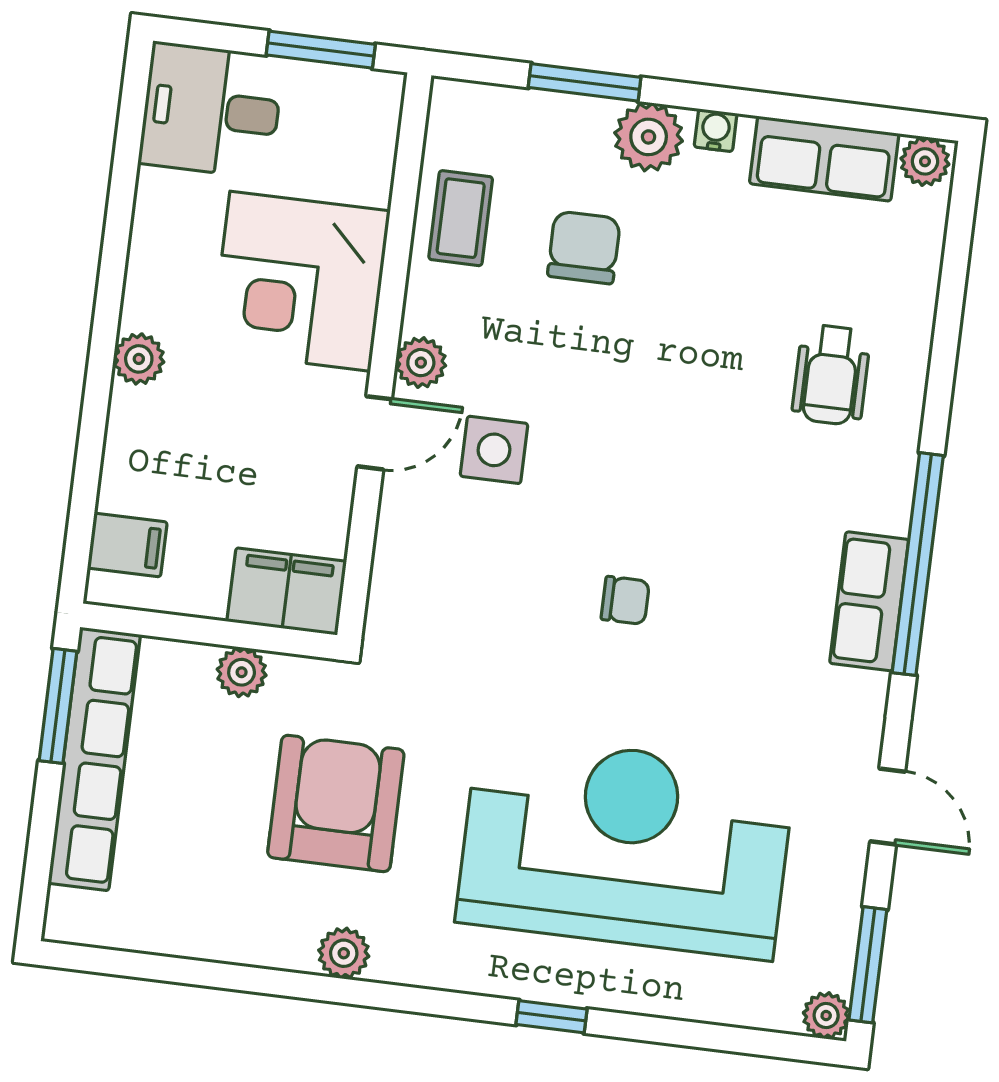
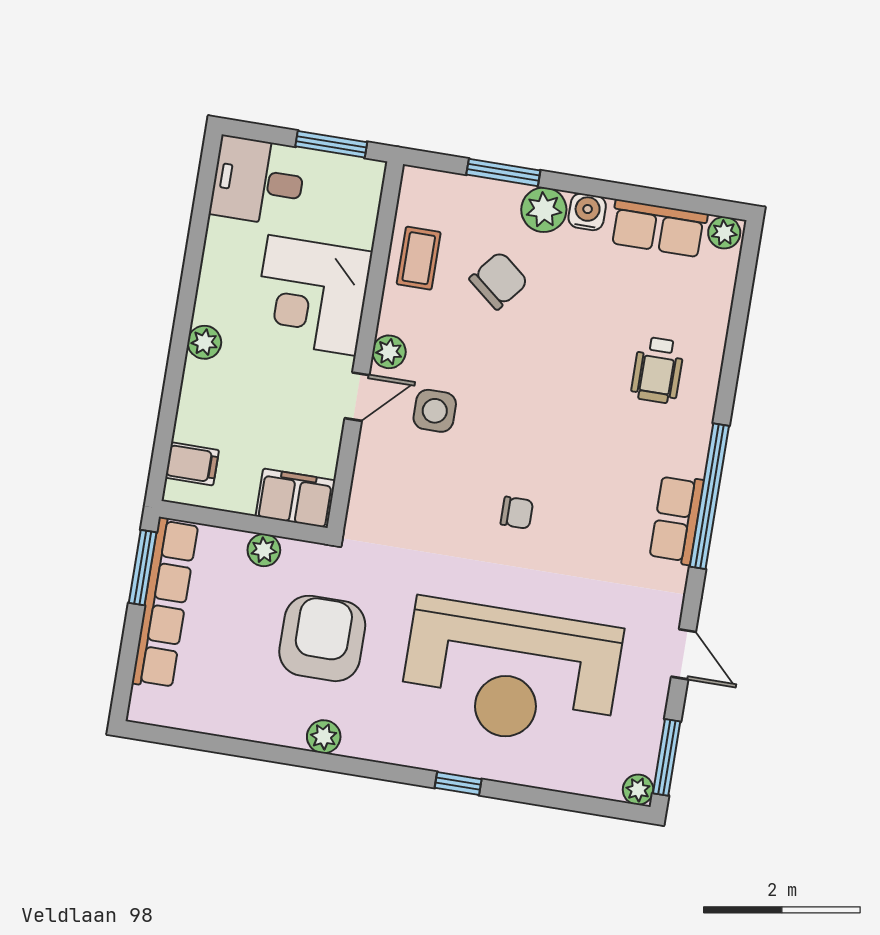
water cooler: (716, 130) -> (587, 212), width x1.38, depth x1.38
chair: (584, 247) -> (499, 280), turned 39
reception desk: (625, 846) -> (511, 674), turned 180

